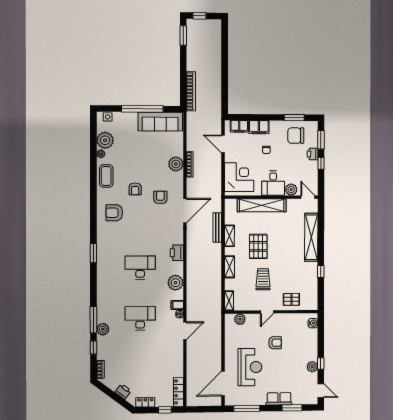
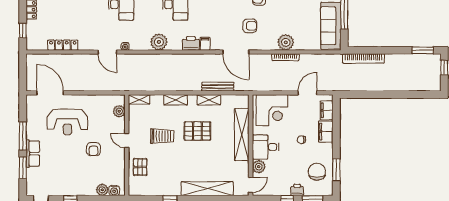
filing cabinet: (177, 305) -> (205, 44), moved
plant: (312, 367) -> (102, 190), moved
locker: (178, 392) -> (63, 45), moved
window: (247, 409) -> (23, 136), moved

